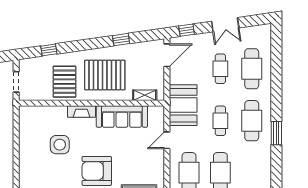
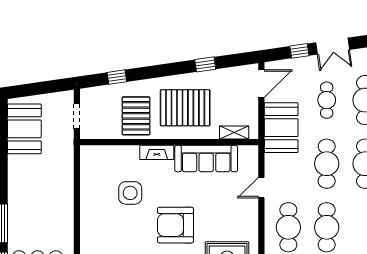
window: (187, 30) -> (299, 51), moved
booth: (183, 105) -> (281, 128), moved
cafe table: (220, 121) -> (327, 164), width x1.37, depth x1.35

